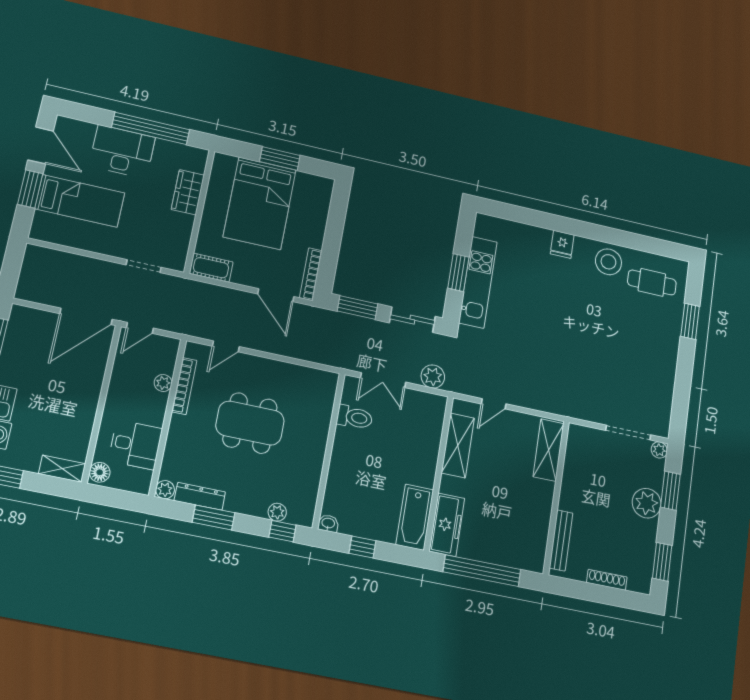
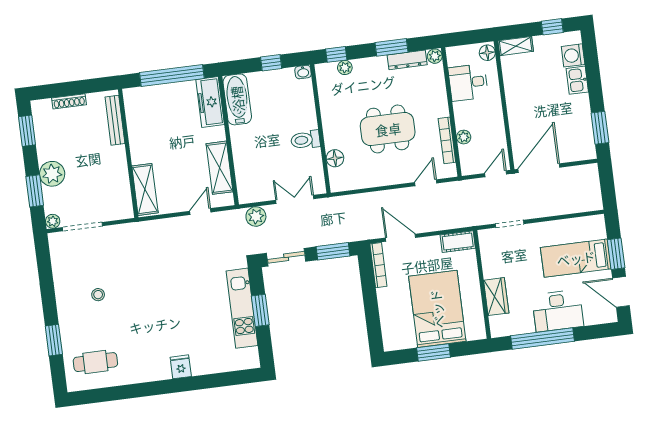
stool: (608, 262) -> (98, 295), moved, width x0.53, depth x0.53
floor lamp: (322, 411) -> (335, 158), added
toilet: (355, 417) -> (305, 140), moved

